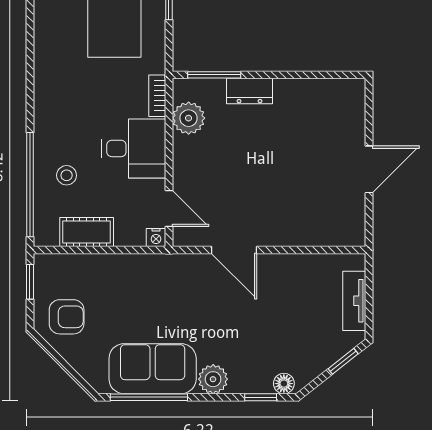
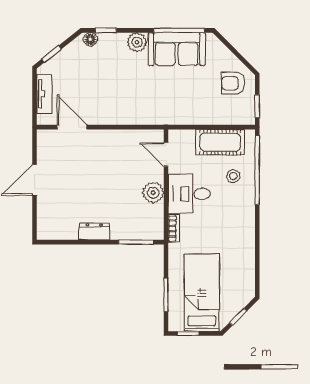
dresser: (249, 91) -> (94, 232), moved
plant: (189, 118) -> (153, 193), moved
cot: (87, 232) -> (220, 142), width x1.37, depth x1.34
nightstand: (156, 238) -> (174, 135), removed
door: (234, 250) -> (72, 127), moved

